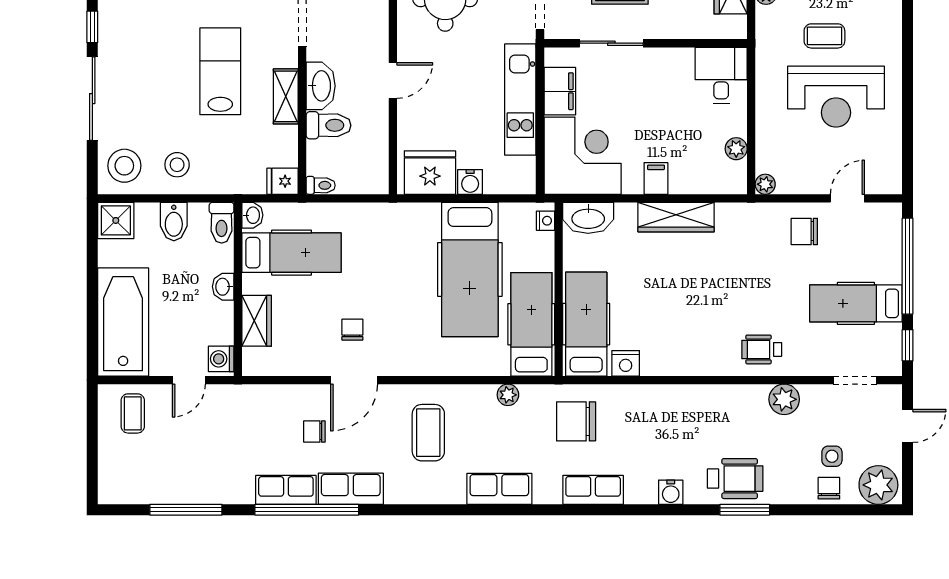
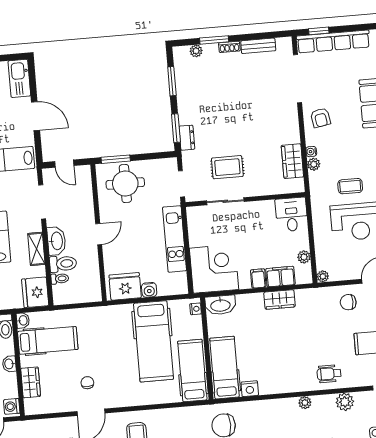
filing cabinet: (560, 91) -> (280, 277), moved, turned -90
fridge: (283, 181) -> (35, 292), width x1.88, depth x1.34
toilet: (321, 185) -> (60, 279), moved
wardrobe: (676, 217) -> (280, 300), width x0.67
plant: (508, 395) -> (305, 403), moved

